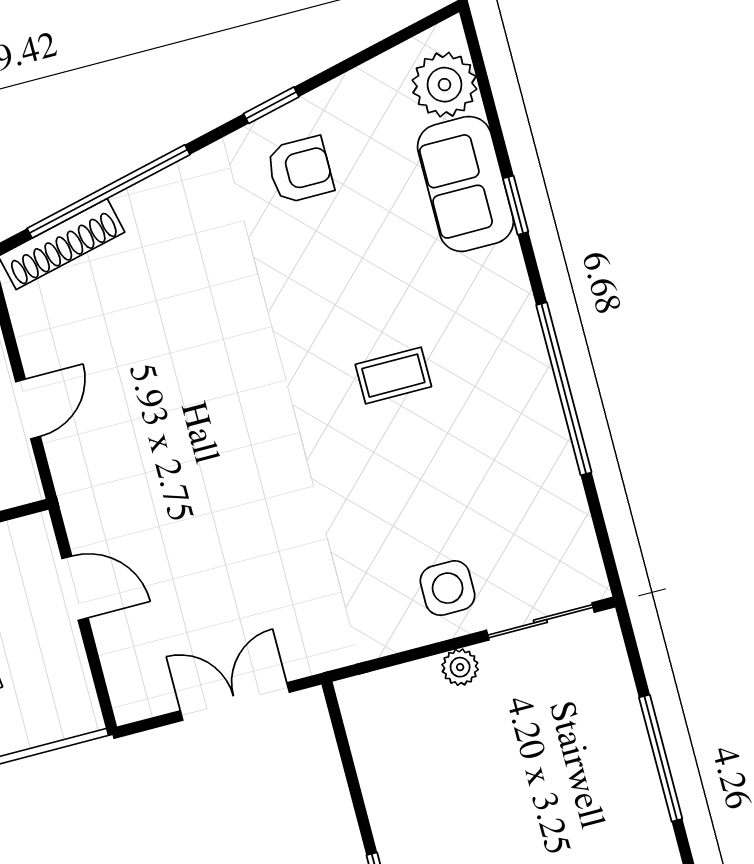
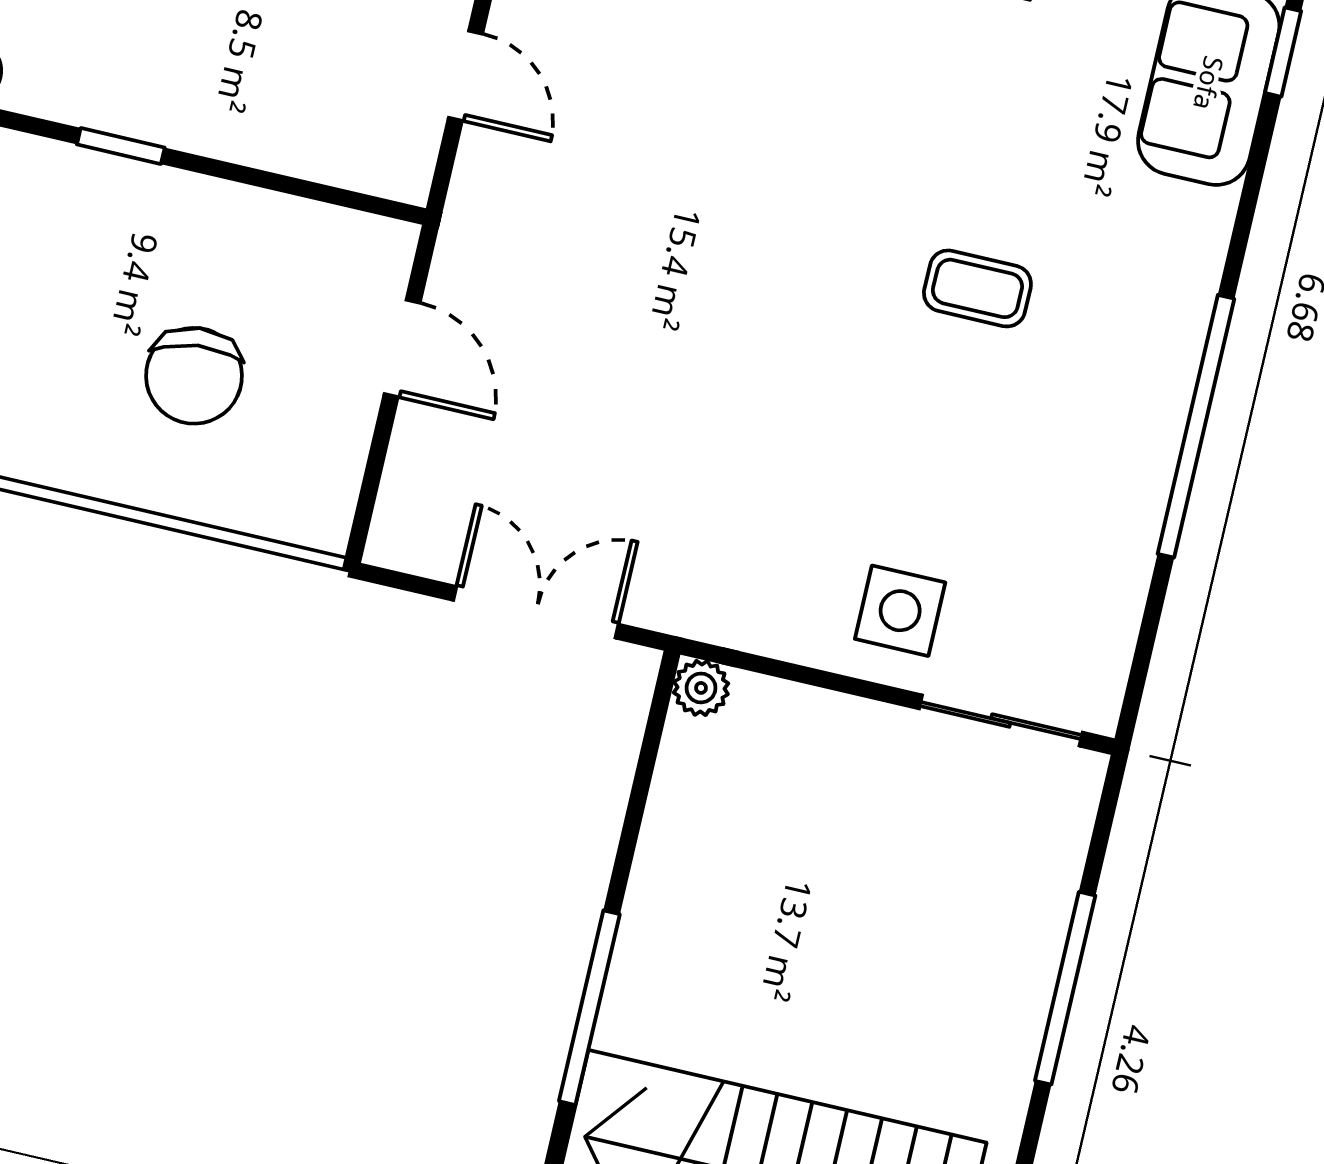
window: (516, 205) -> (1283, 52), moved
door: (28, 409) -> (466, 76), hinge flipped
plant: (460, 667) -> (701, 688), moved

